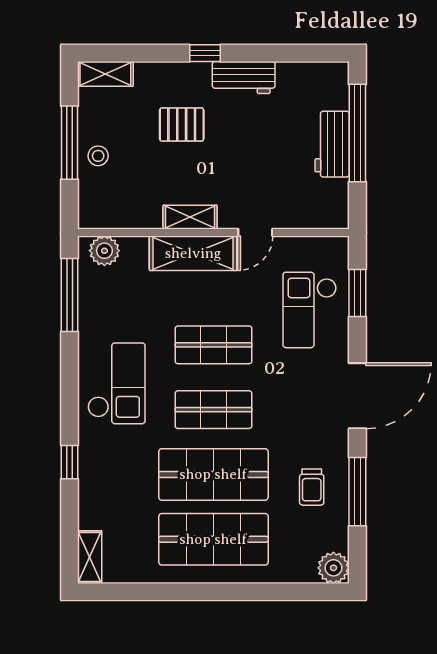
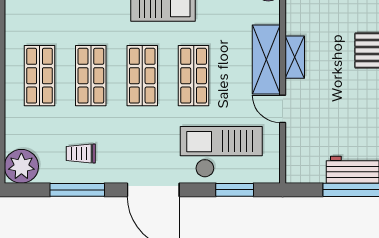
checkout: (310, 310) -> (221, 152), width x1.36, depth x1.21
shop shelf: (213, 474) -> (91, 76), width x0.70, depth x0.74
shop shelf: (213, 539) -> (39, 76), width x0.70, depth x0.74
plant: (333, 568) -> (21, 166), width x1.36, depth x1.36

